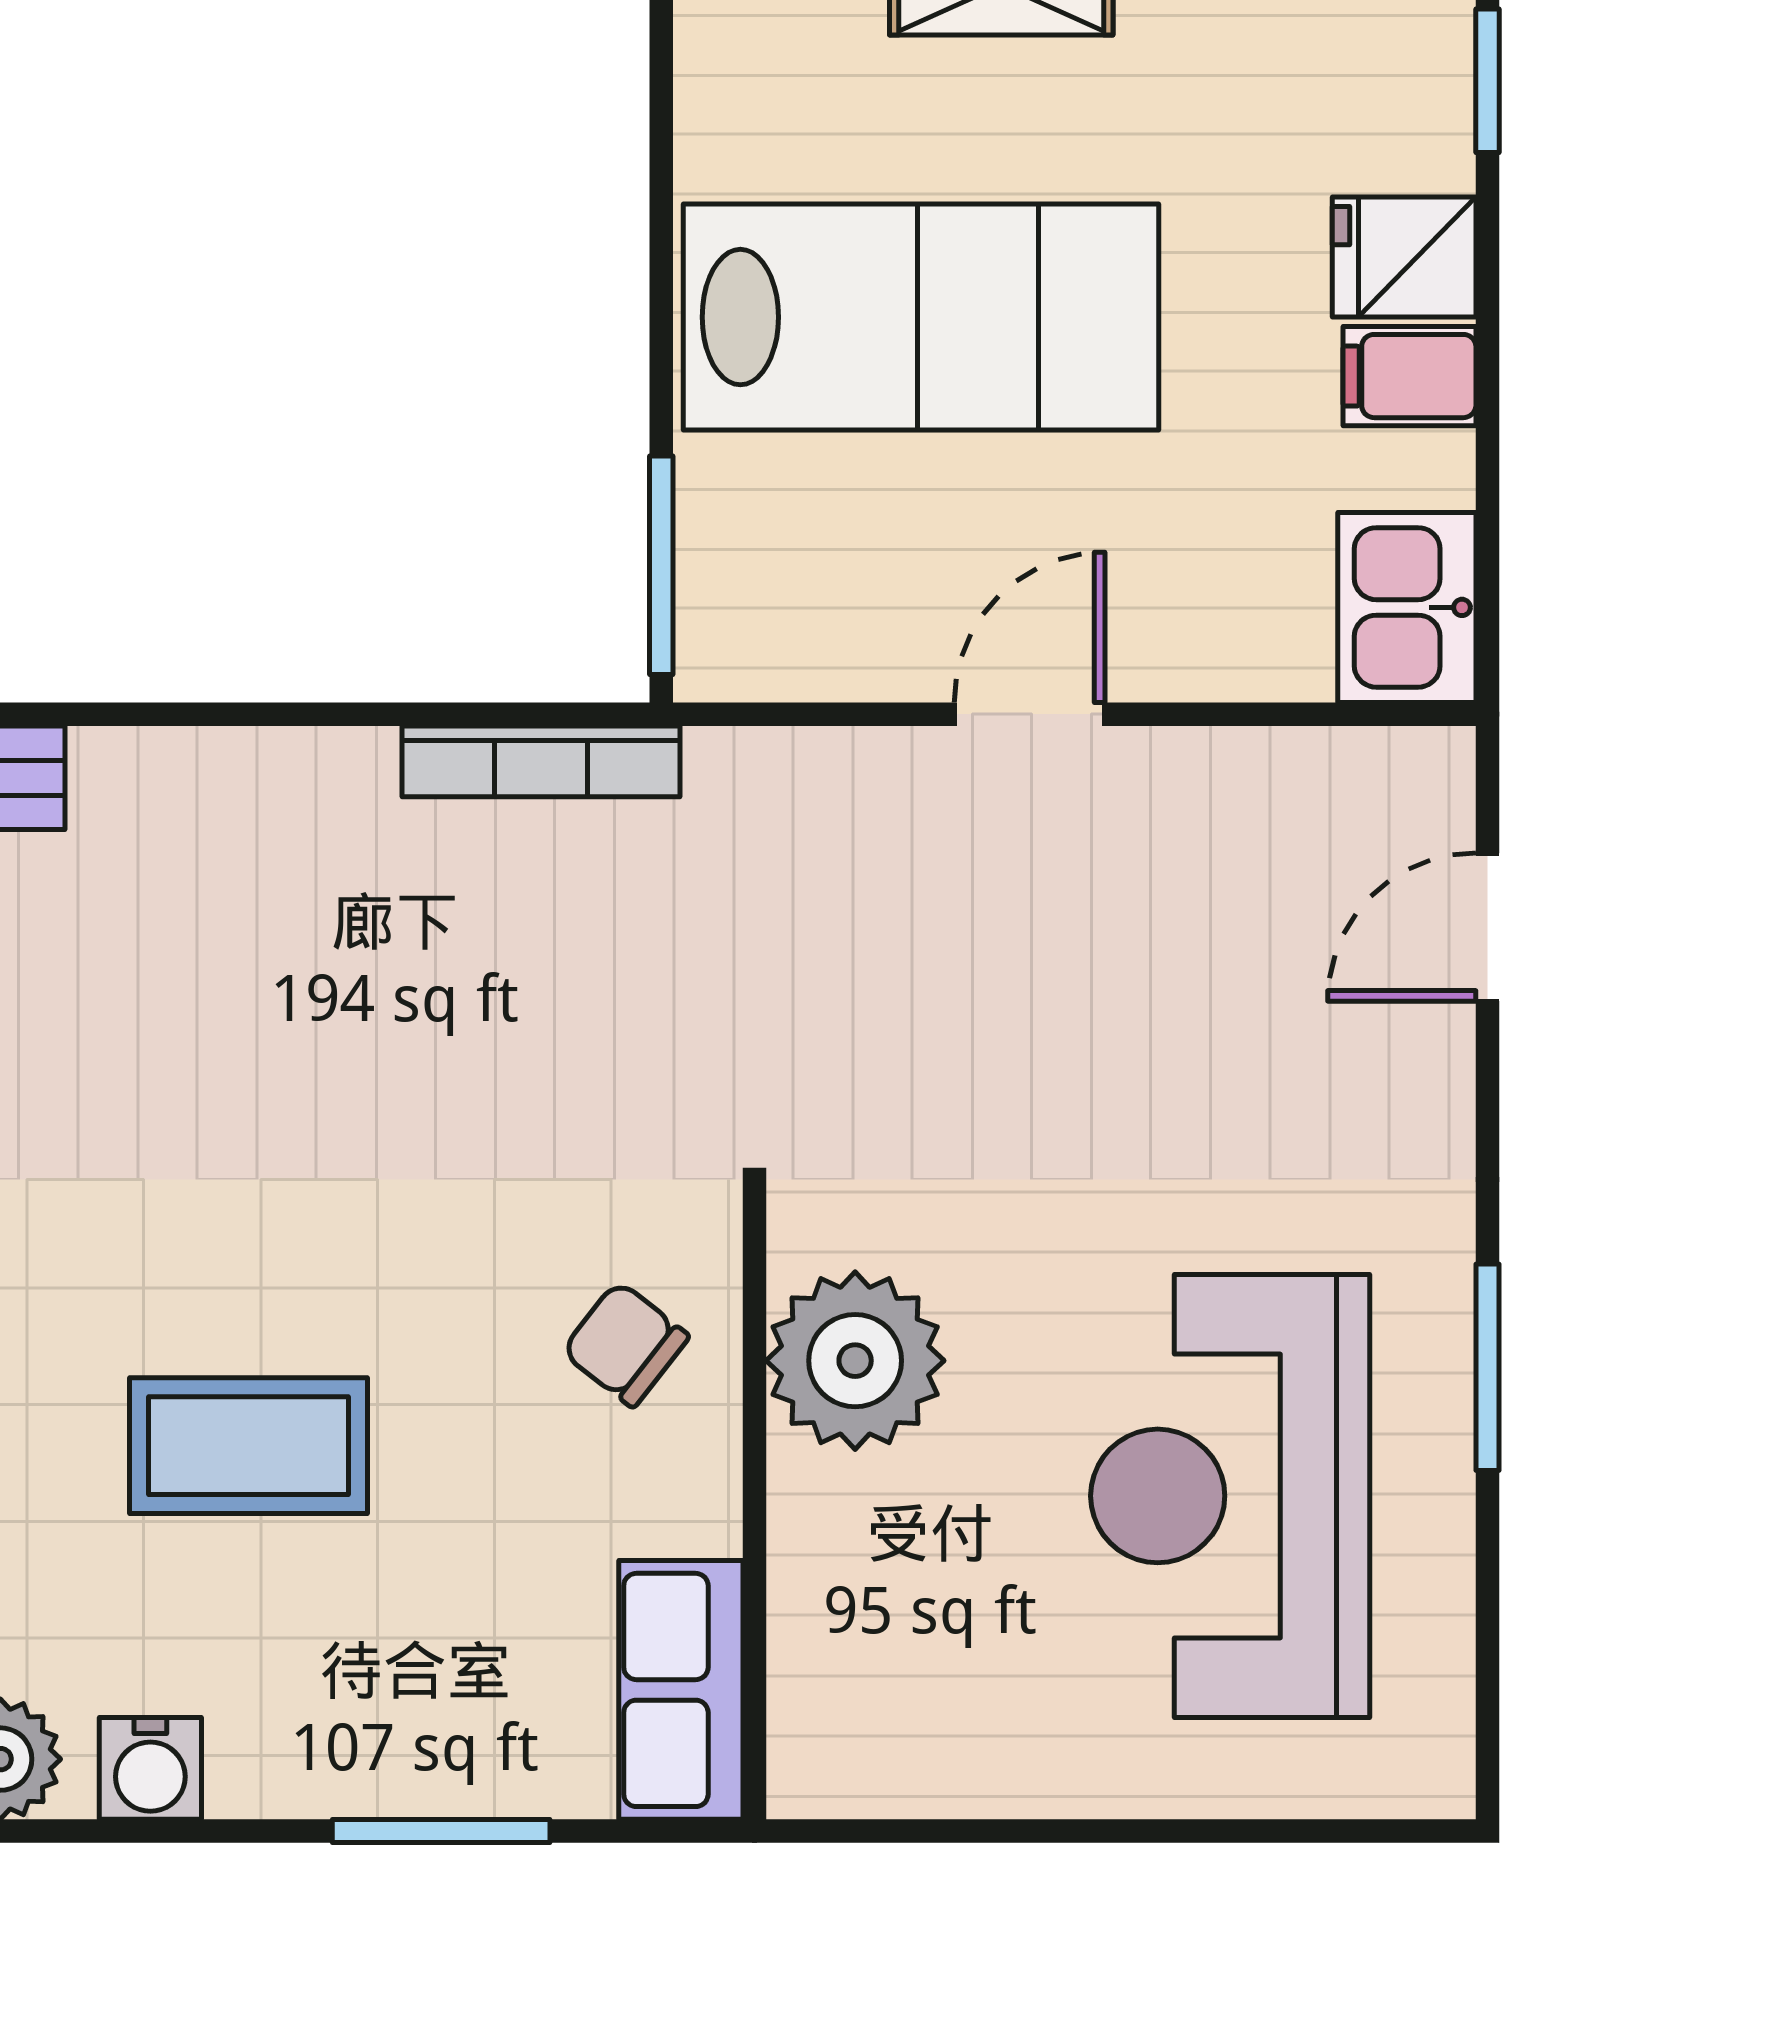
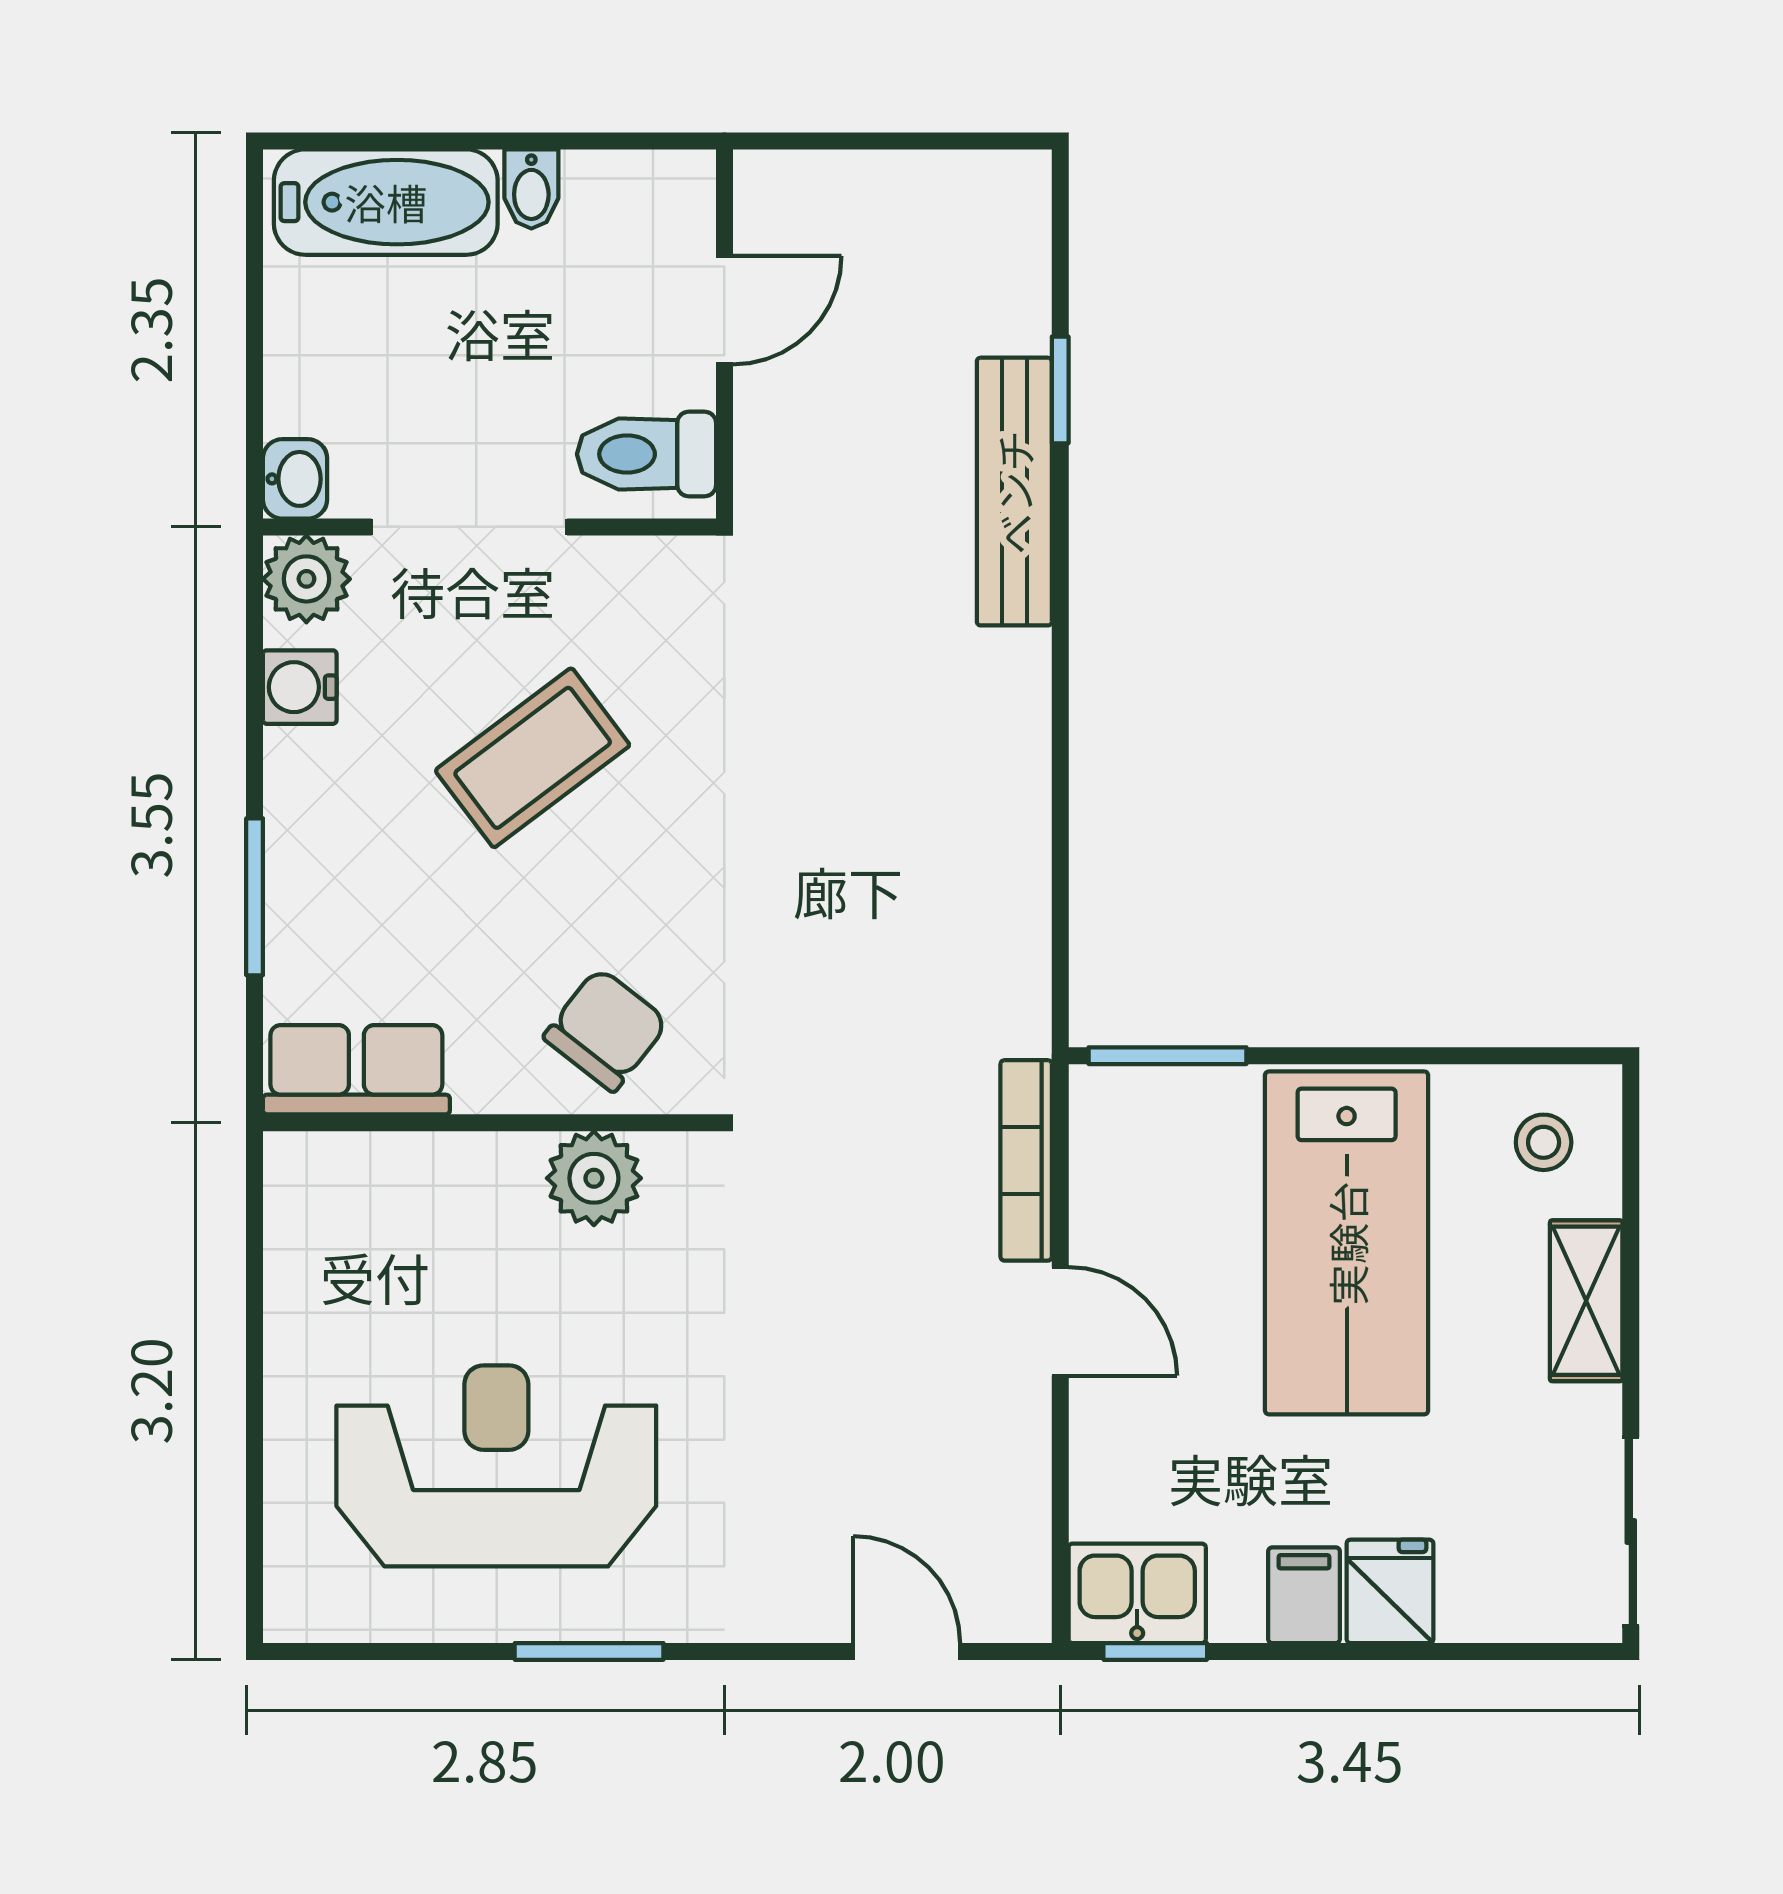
stool: (782, 44) -> (1544, 1142), added
window: (1487, 81) -> (1155, 1651), moved
bookcase: (541, 761) -> (1026, 1160), moved
chair: (625, 1344) -> (606, 1030), width x1.37, depth x1.37
plant: (855, 1361) -> (594, 1178), width x0.73, depth x0.73
coffee table: (248, 1446) -> (533, 758), turned 53

